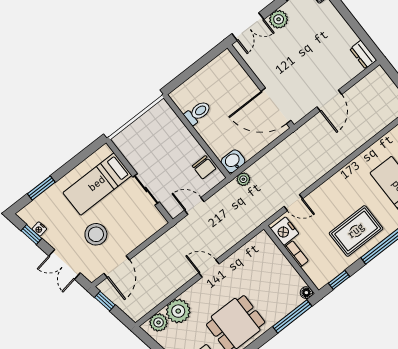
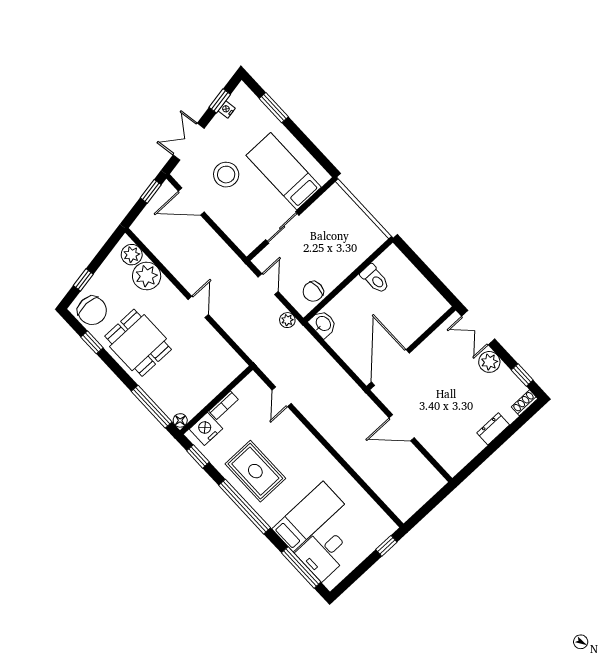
dresser: (363, 55) -> (493, 429), moved
plant: (243, 179) -> (287, 320), moved
nightstand: (285, 231) -> (206, 429), moved

